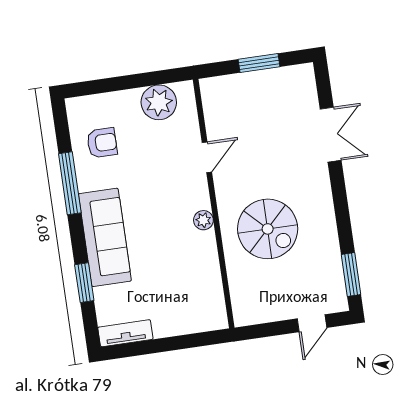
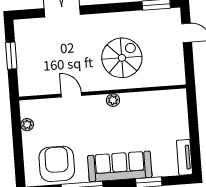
plant: (159, 102) -> (27, 125), width x0.53, depth x0.53
armchair: (102, 143) -> (57, 164), width x1.88, depth x1.88

